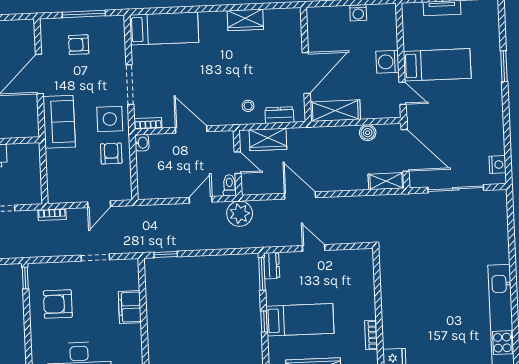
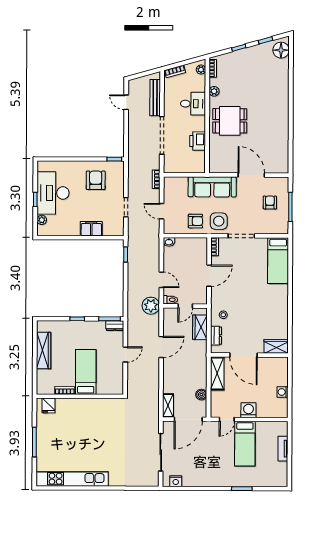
wardrobe: (245, 20) -> (276, 346), moved, turned 90
sofa: (59, 122) -> (212, 187), width x1.36
washbasin: (142, 143) -> (169, 242), moved
bed: (300, 320) -> (86, 372), moved, turned 180

